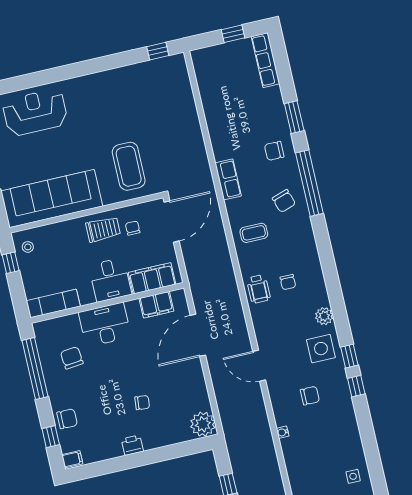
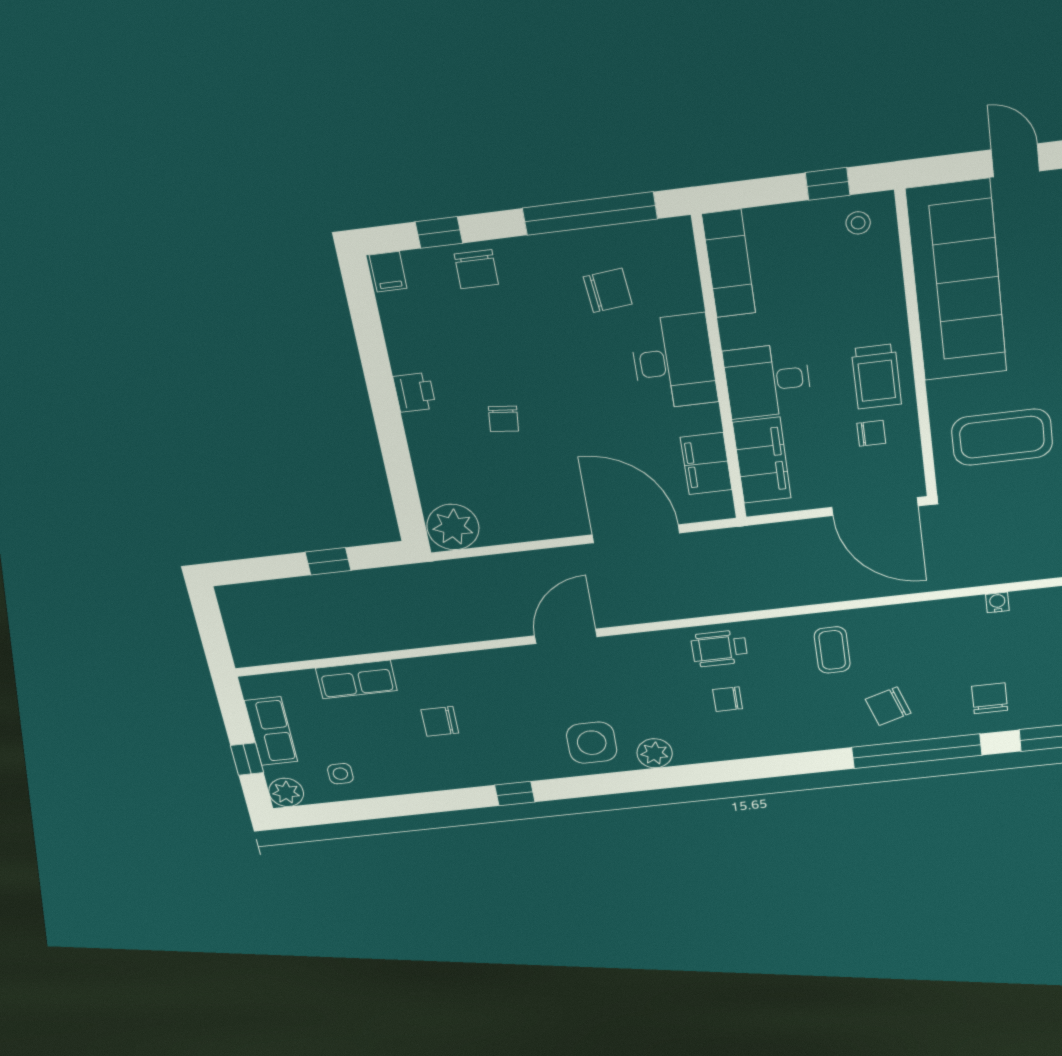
row of seats: (228, 179) -> (356, 679), moved
window: (349, 356) -> (573, 787), removed
chair: (310, 396) -> (440, 721), moved, turned 90
water cooler: (283, 432) -> (997, 602), moved

